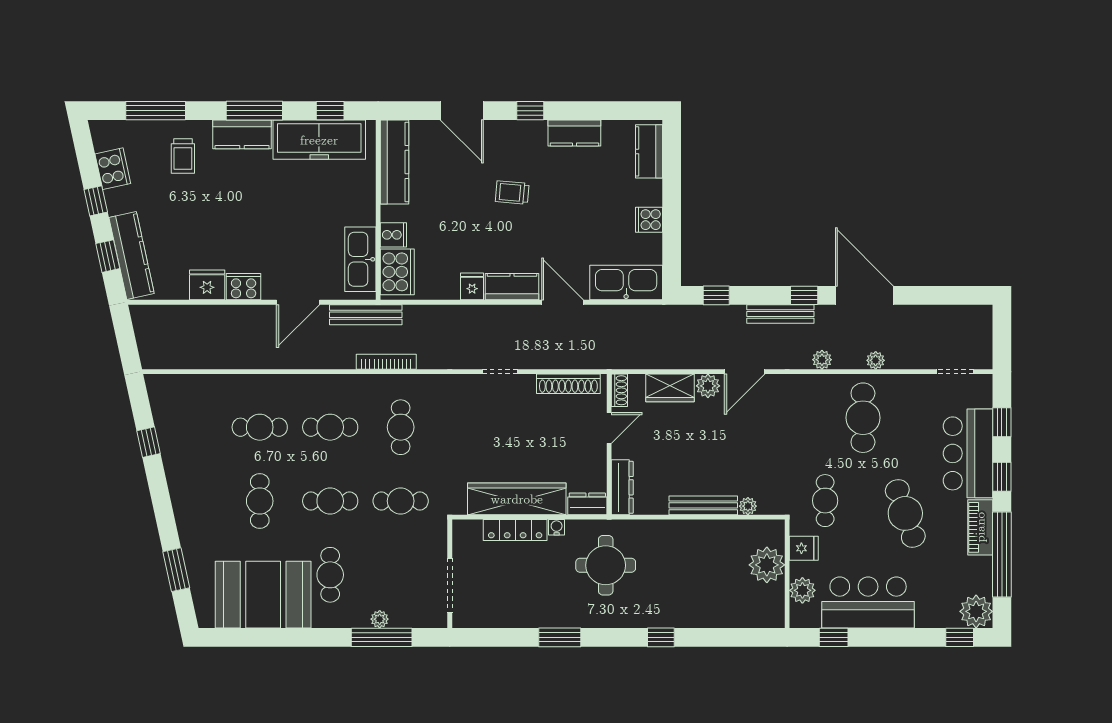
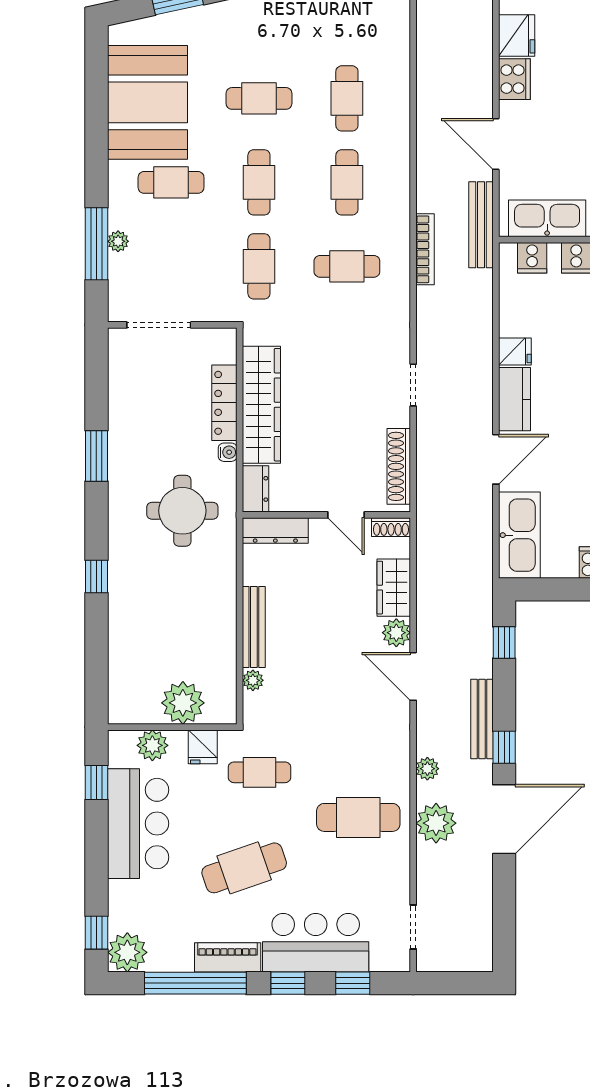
cooker: (397, 272) -> (532, 258), width x0.53, depth x0.76
plant: (876, 360) -> (436, 823), width x1.87, depth x1.87

